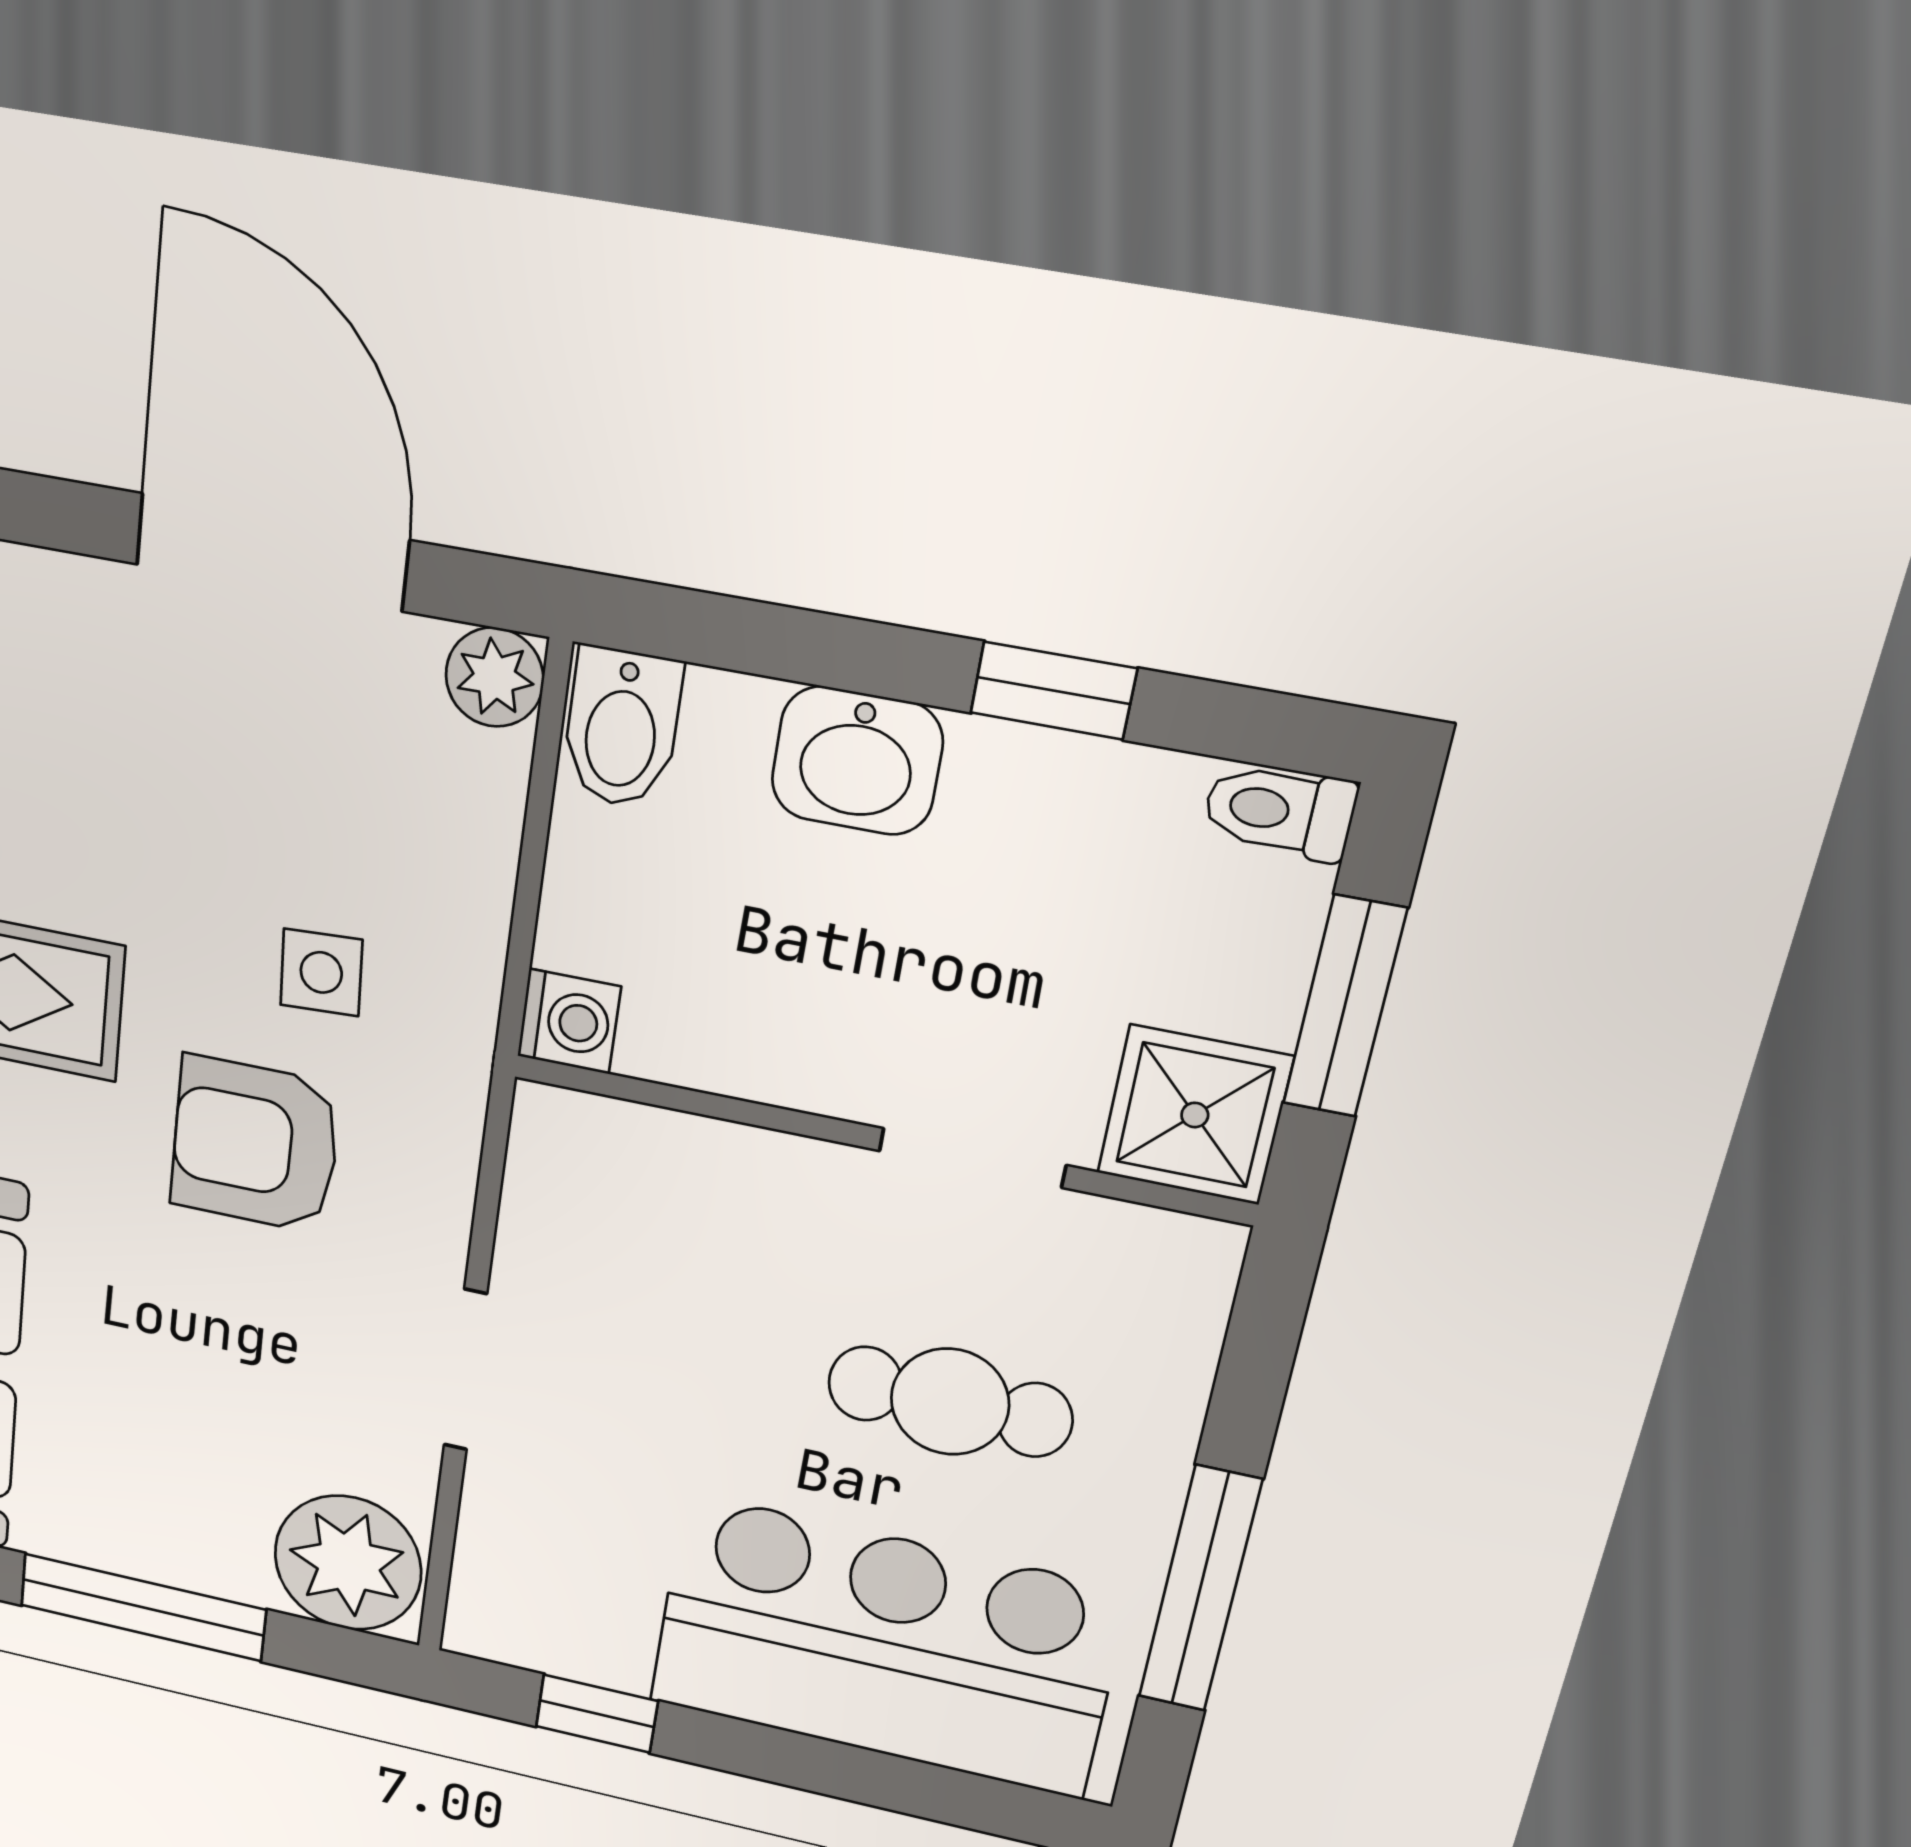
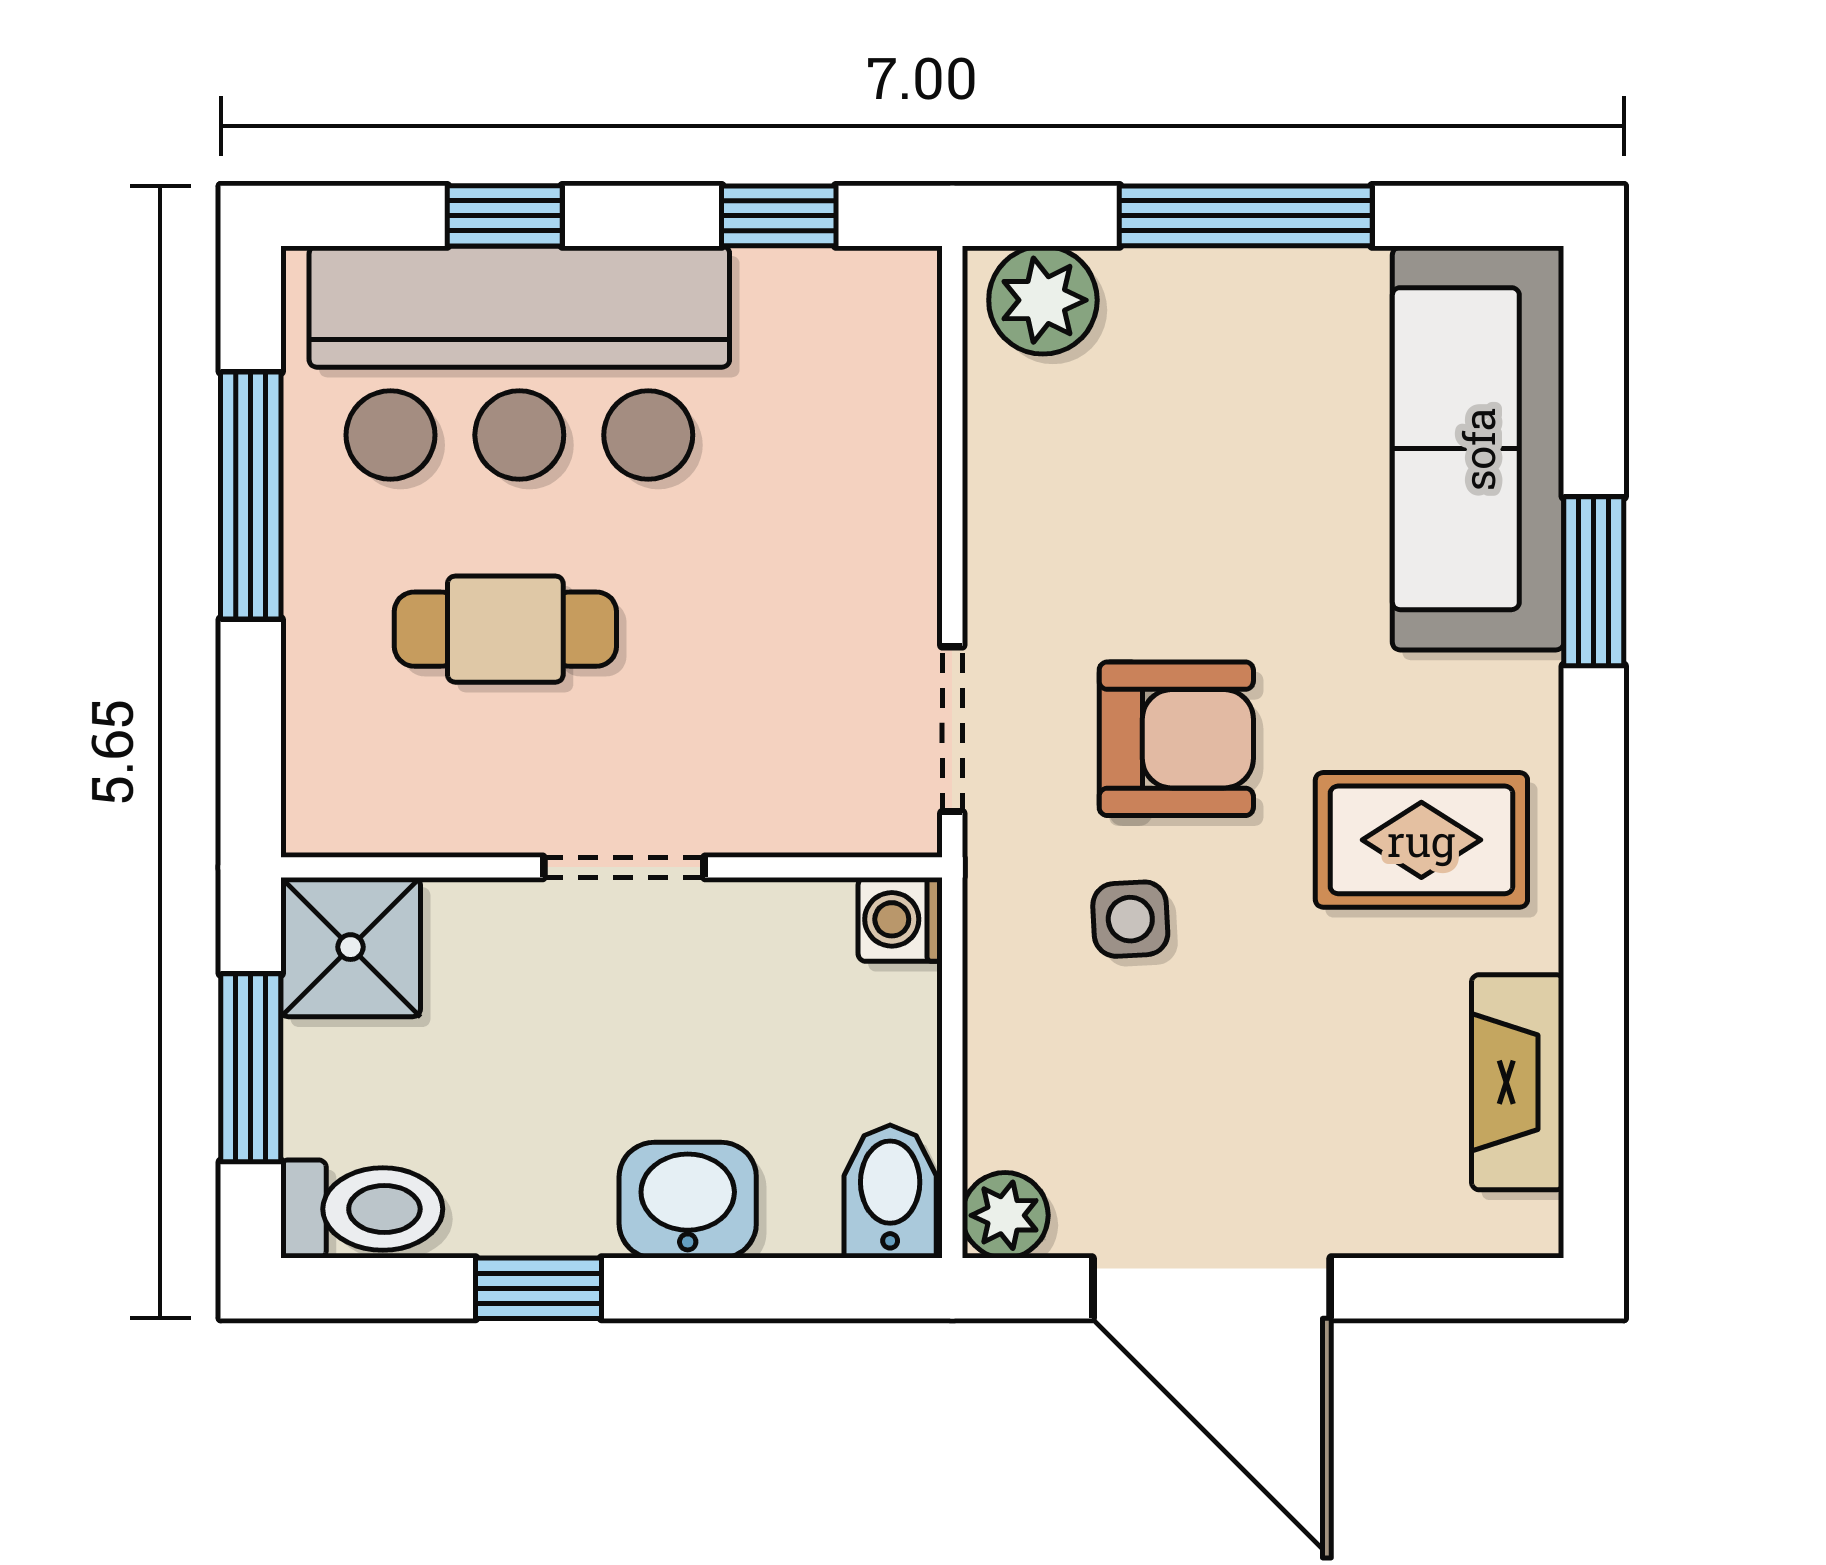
toilet: (1279, 811) -> (362, 1209), width x1.37, depth x1.39
doorway: (972, 1158) -> (624, 867), moved
doorway: (465, 1370) -> (952, 729), moved
plant: (348, 1563) -> (1043, 300), width x0.73, depth x0.73
window: (874, 1779) -> (505, 216), added

